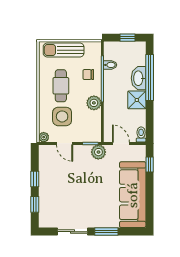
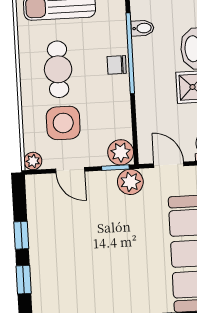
chair: (88, 75) -> (117, 65), moved
plant: (94, 103) -> (121, 152), moved

